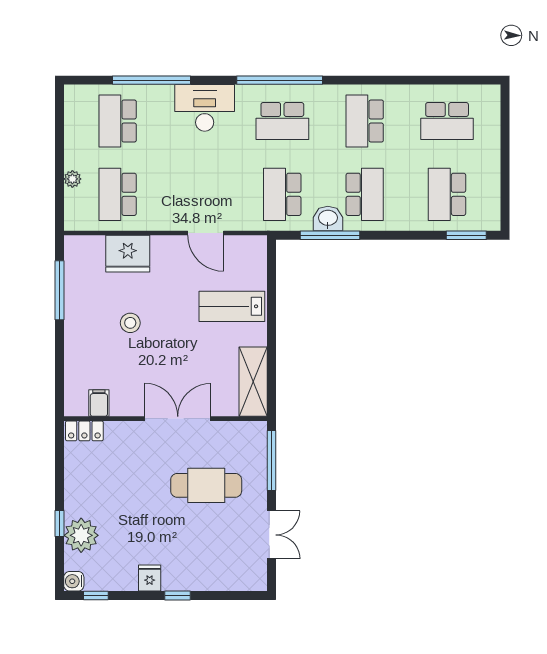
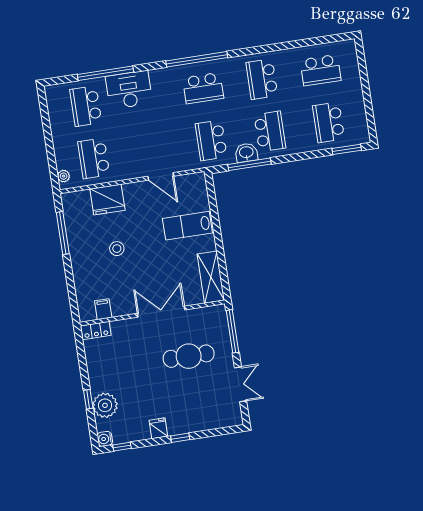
desk: (205, 108) -> (129, 90), moved
plant: (72, 179) -> (64, 176), moved

